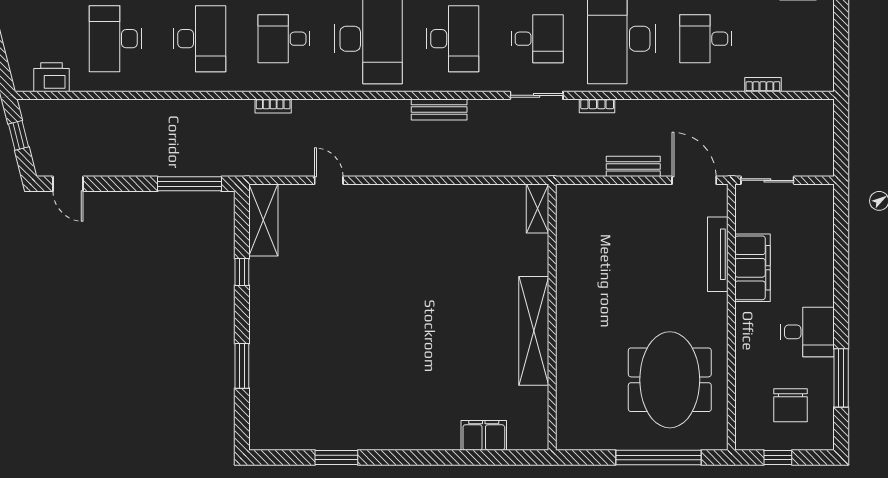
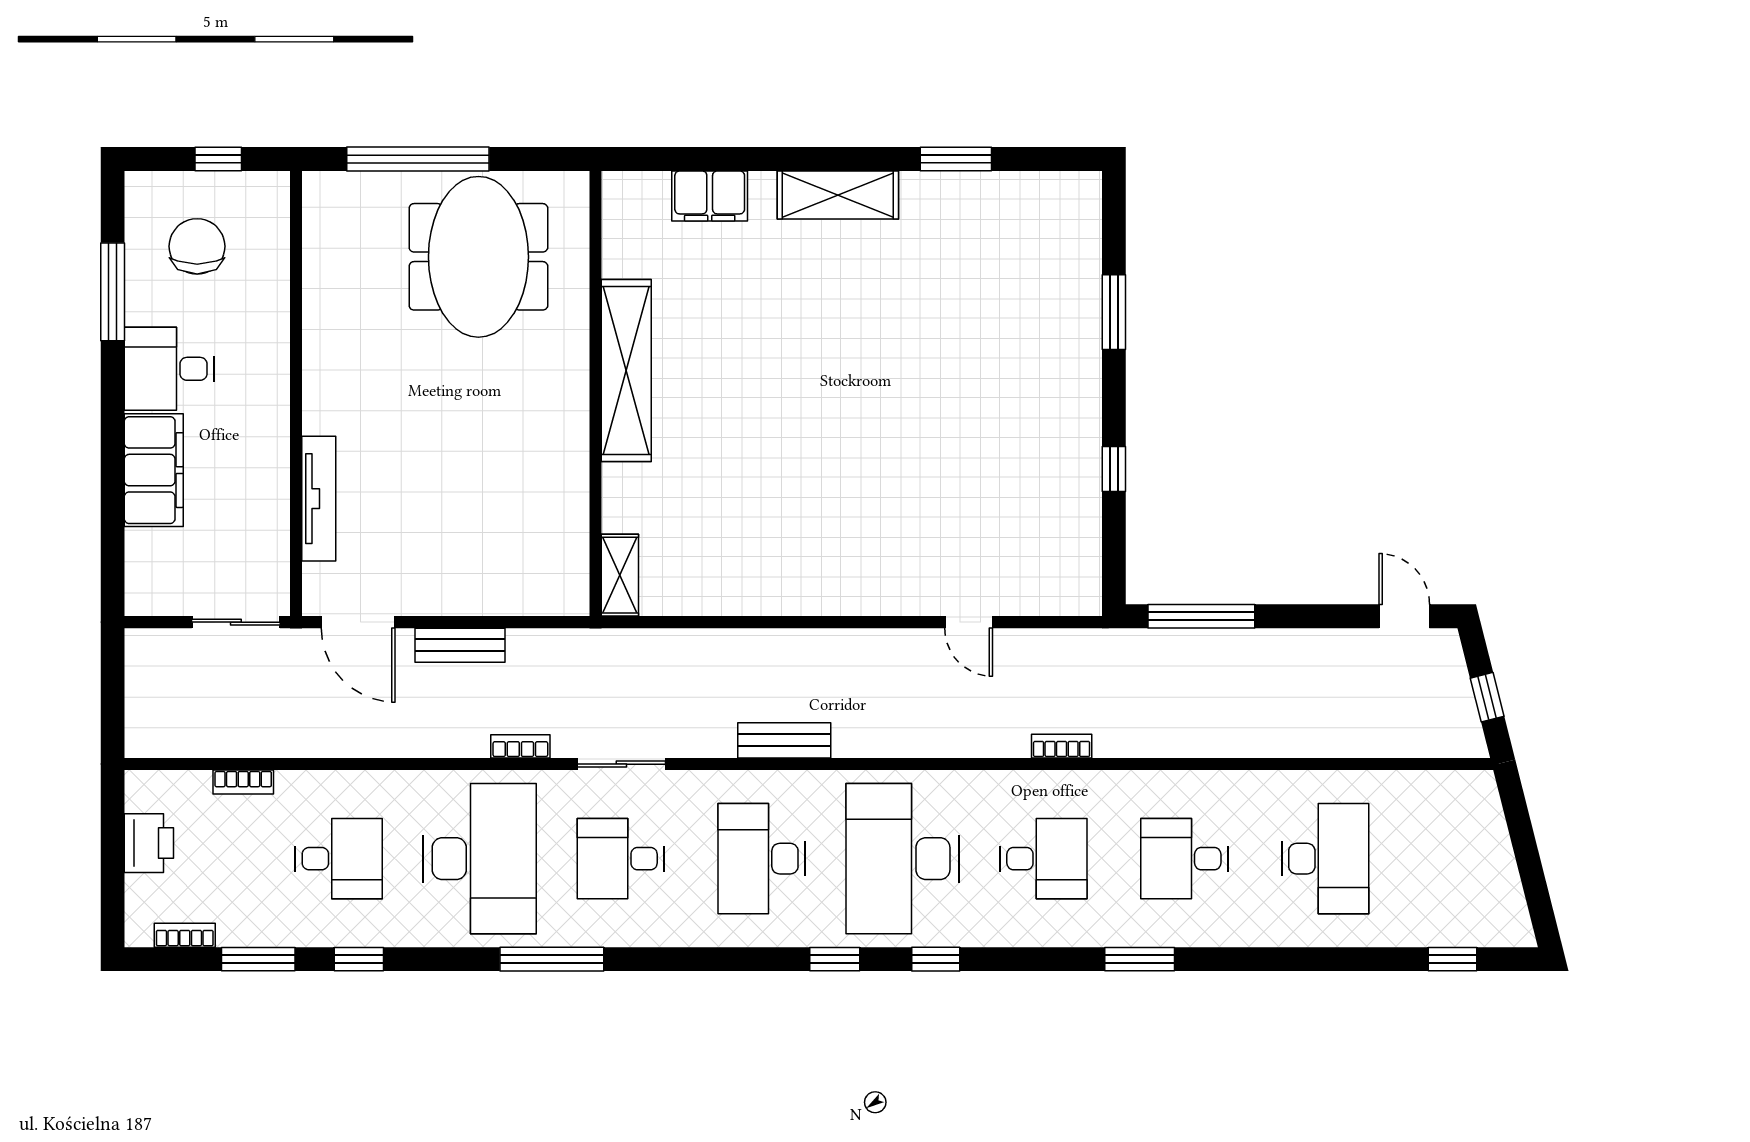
desk: (200, 39) -> (1184, 859), width x0.73
printer: (52, 77) -> (149, 843), moved, turned -90
shelving: (263, 220) -> (838, 195), moved, turned 90
filing cabinet: (752, 268) -> (154, 470), moved, turned 180
meeting table: (670, 380) -> (478, 257), moved

